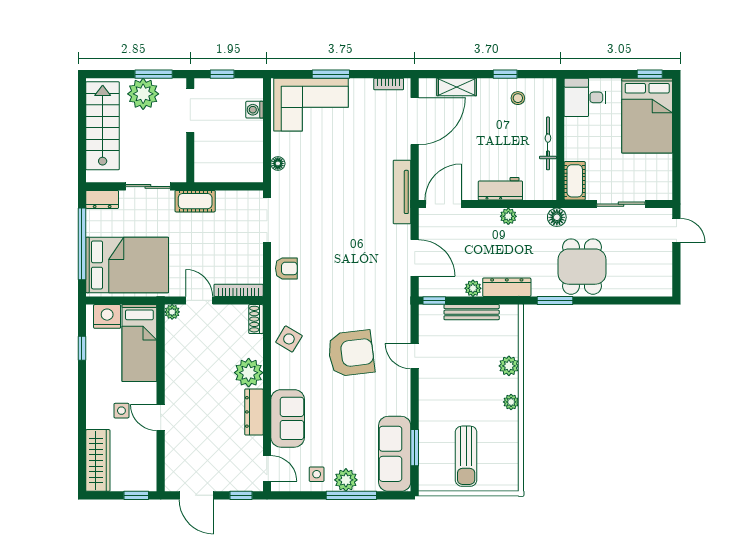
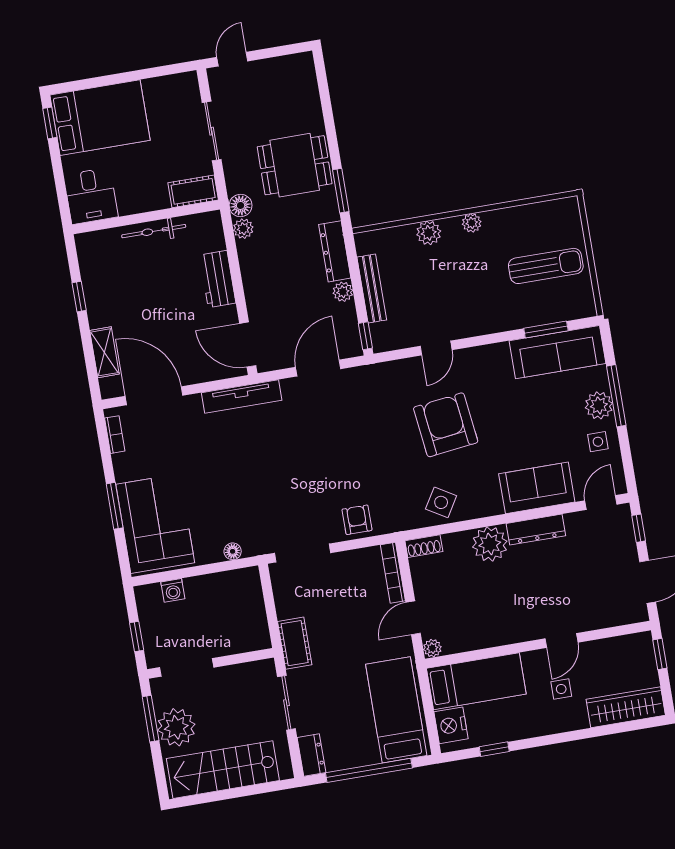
stool: (518, 98) -> (105, 276), removed
plant: (508, 216) -> (243, 229), moved
bed: (127, 265) -> (396, 710), width x0.67

